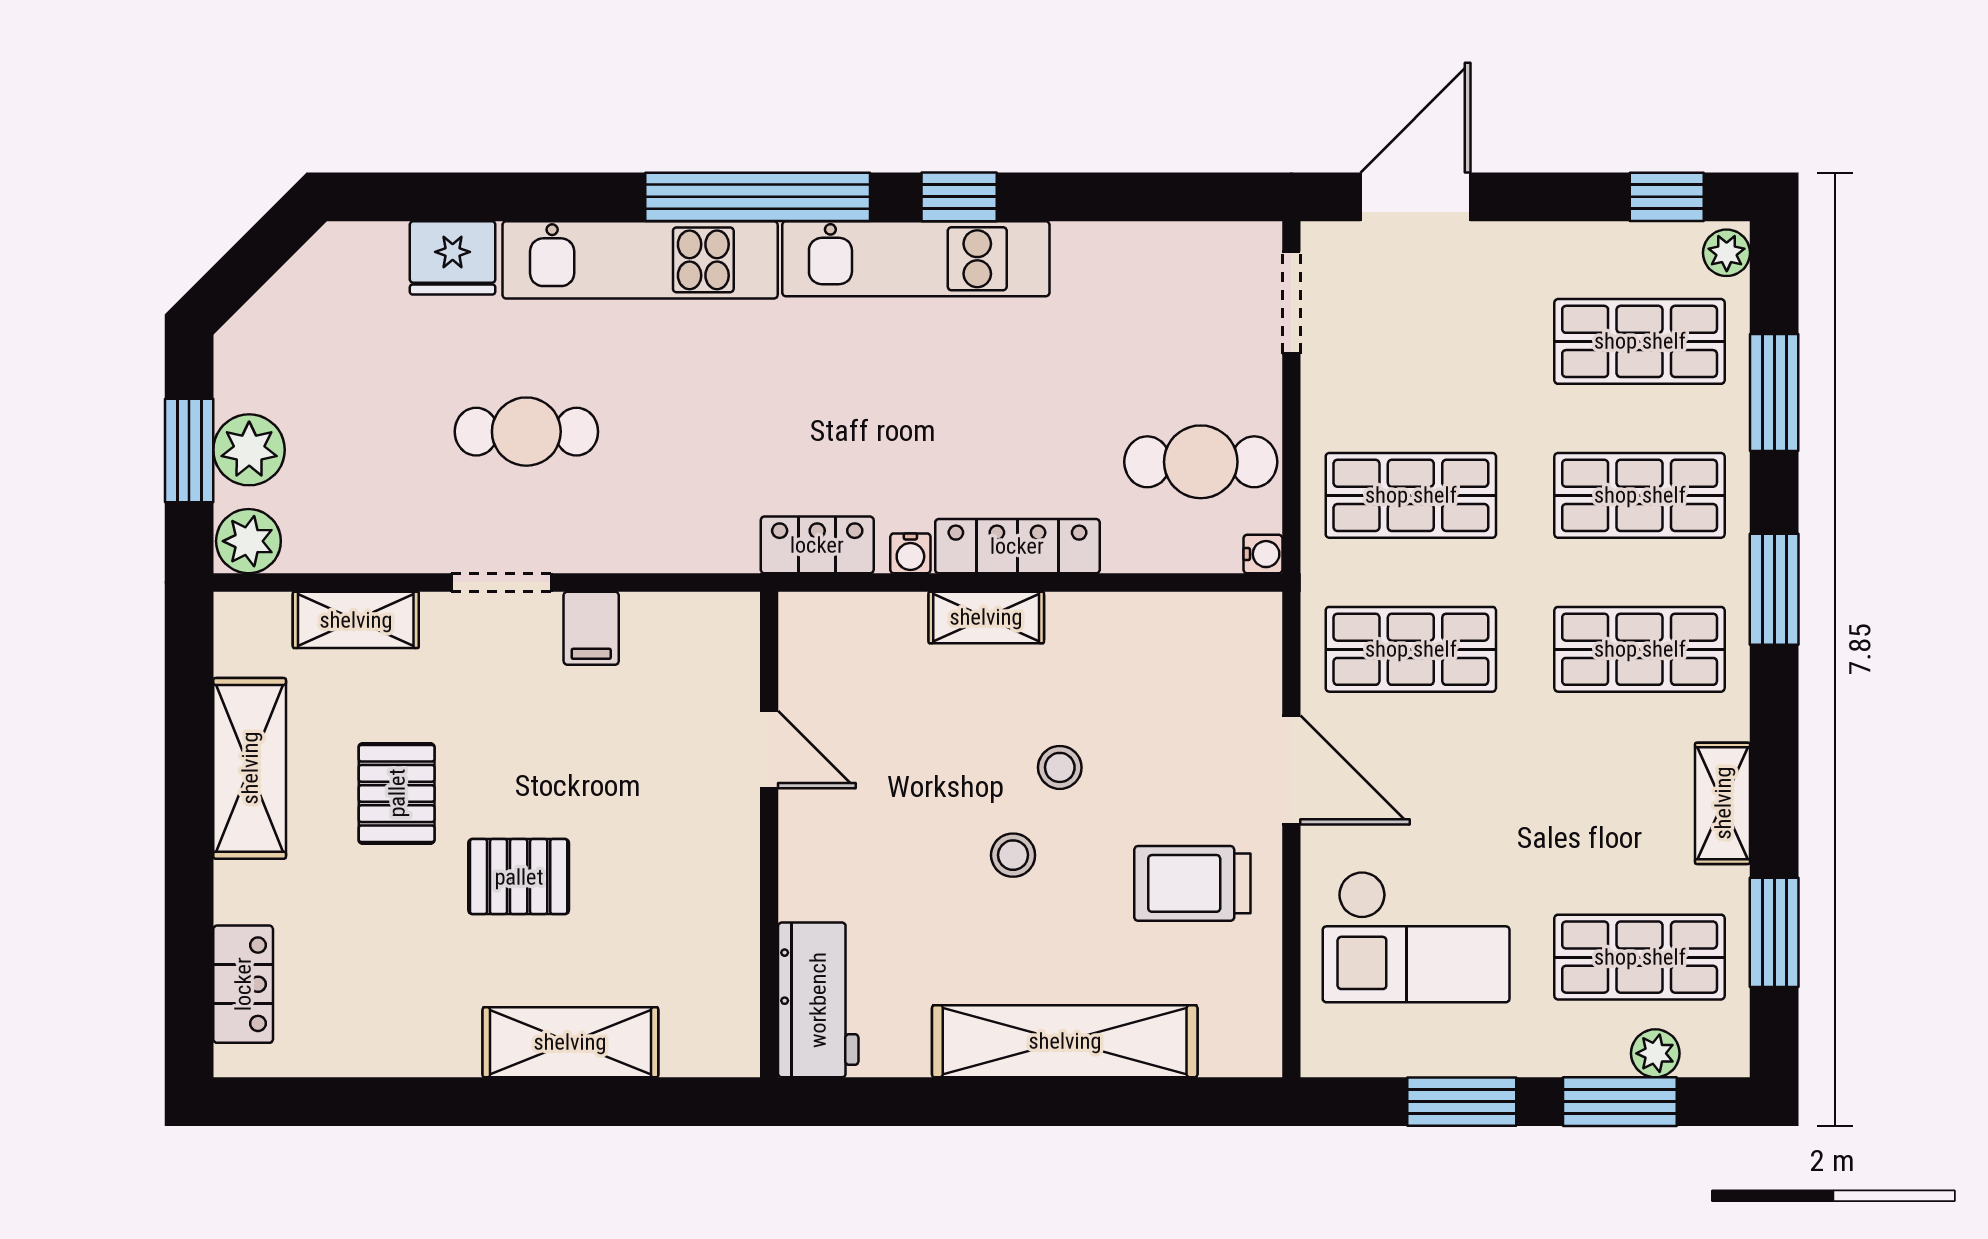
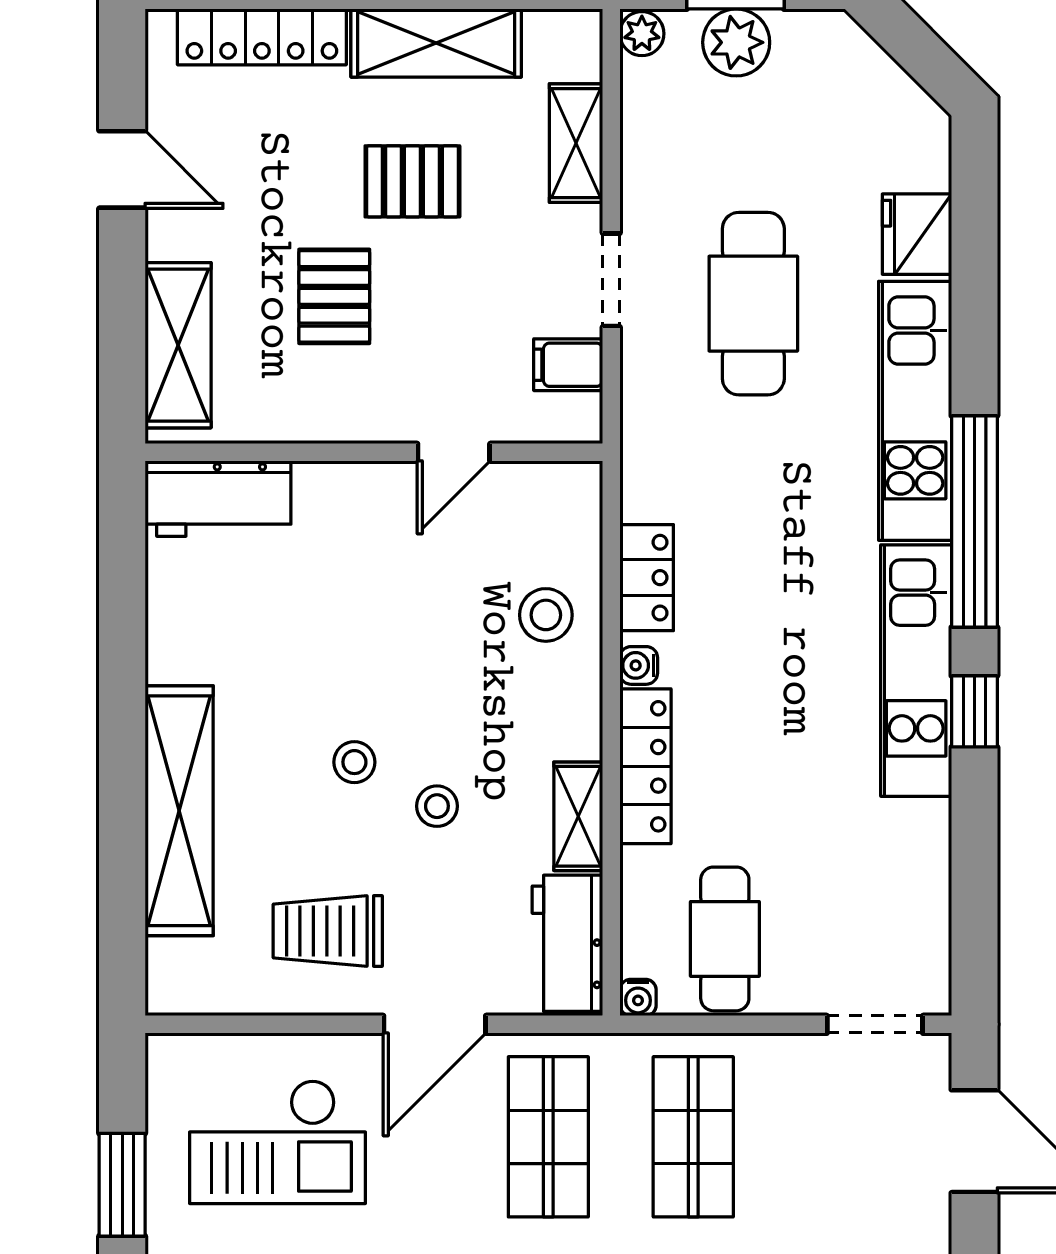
cafe table: (526, 432) -> (753, 304), width x1.37, depth x1.35
plant: (248, 541) -> (642, 34), width x0.73, depth x0.73
shelving: (986, 617) -> (578, 816), moved
workbench: (1205, 629) -> (567, 943), added
stool: (857, 652) -> (546, 615), added
door: (769, 750) -> (454, 452), moved
wall: (769, 834) -> (374, 452), moved
trolley: (1192, 883) -> (328, 931), turned -90
checkout: (1416, 937) -> (277, 1142), turned -90
locker: (243, 984) -> (262, 37), width x1.53
workbench: (818, 1000) -> (218, 499), moved
door: (384, 1102) -> (122, 169), added

